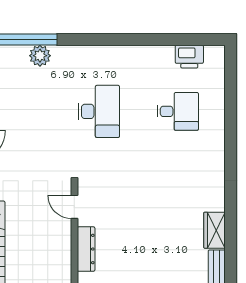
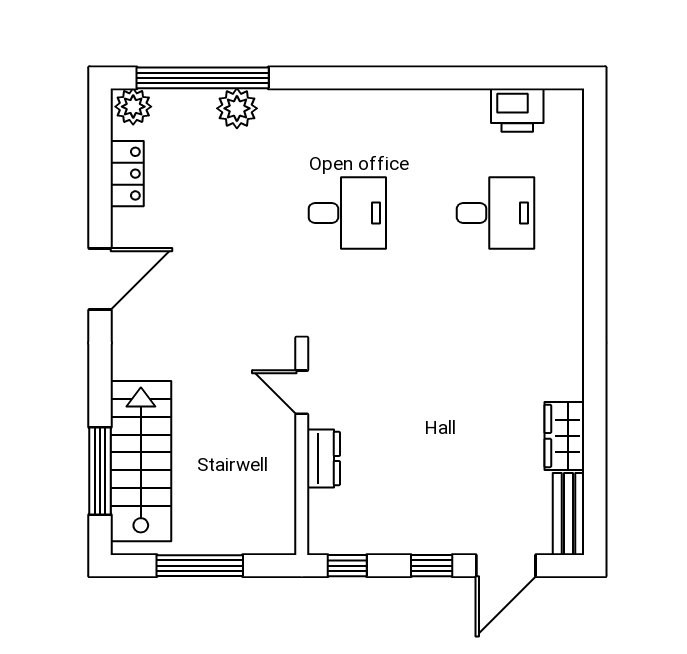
desk: (99, 111) -> (347, 213), width x0.73
dresser: (86, 249) -> (323, 459), width x0.70

